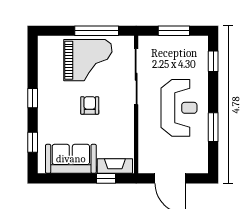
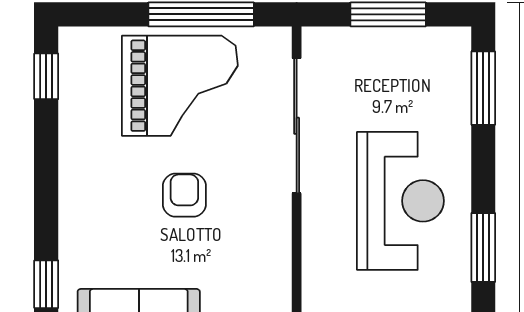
window: (213, 61) -> (483, 88), width x1.50
window: (33, 98) -> (46, 76), moved

